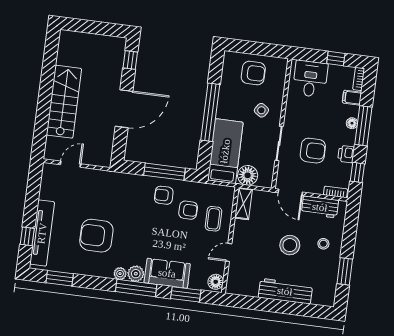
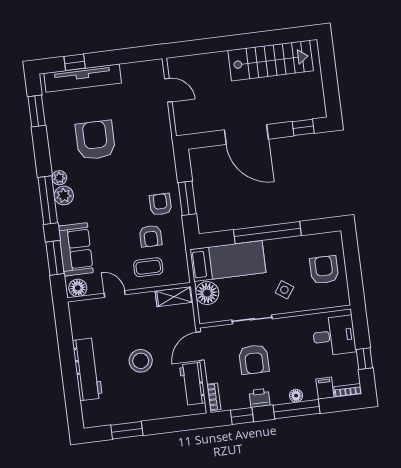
armchair: (253, 73) -> (324, 270), turned 180
stairs: (64, 102) -> (271, 61), moved
window: (164, 172) -> (187, 198), width x0.69
stool: (323, 244) -> (152, 398), removed
sofa: (167, 273) -> (76, 249), moved

